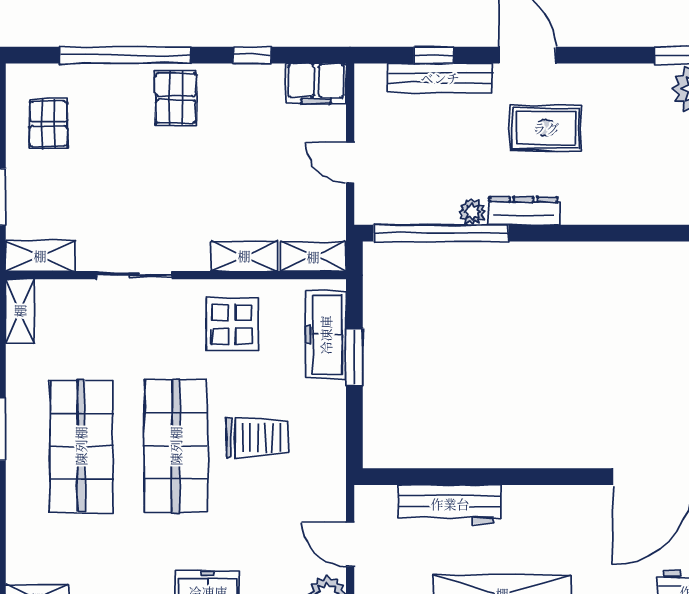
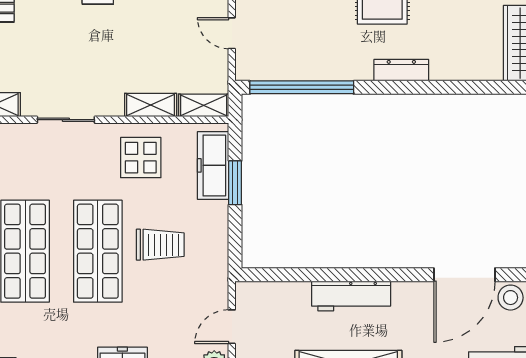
dresser: (524, 211) -> (401, 70), moved
plant: (472, 212) -> (326, 71), removed
workbench: (450, 504) -> (351, 296), moved
door: (350, 544) -> (232, 327), hinge flipped

